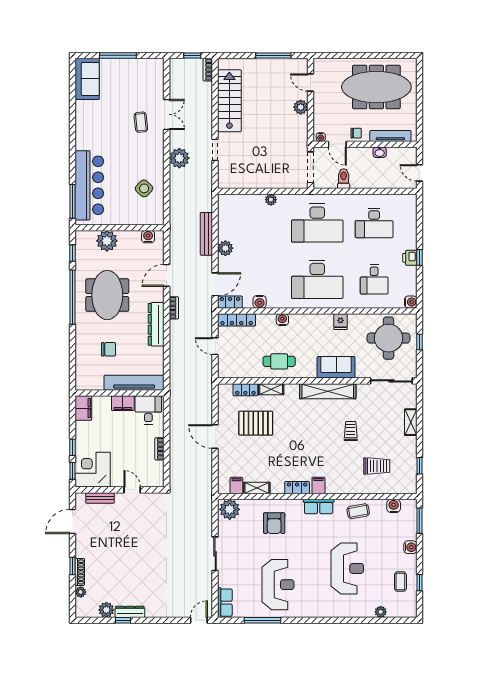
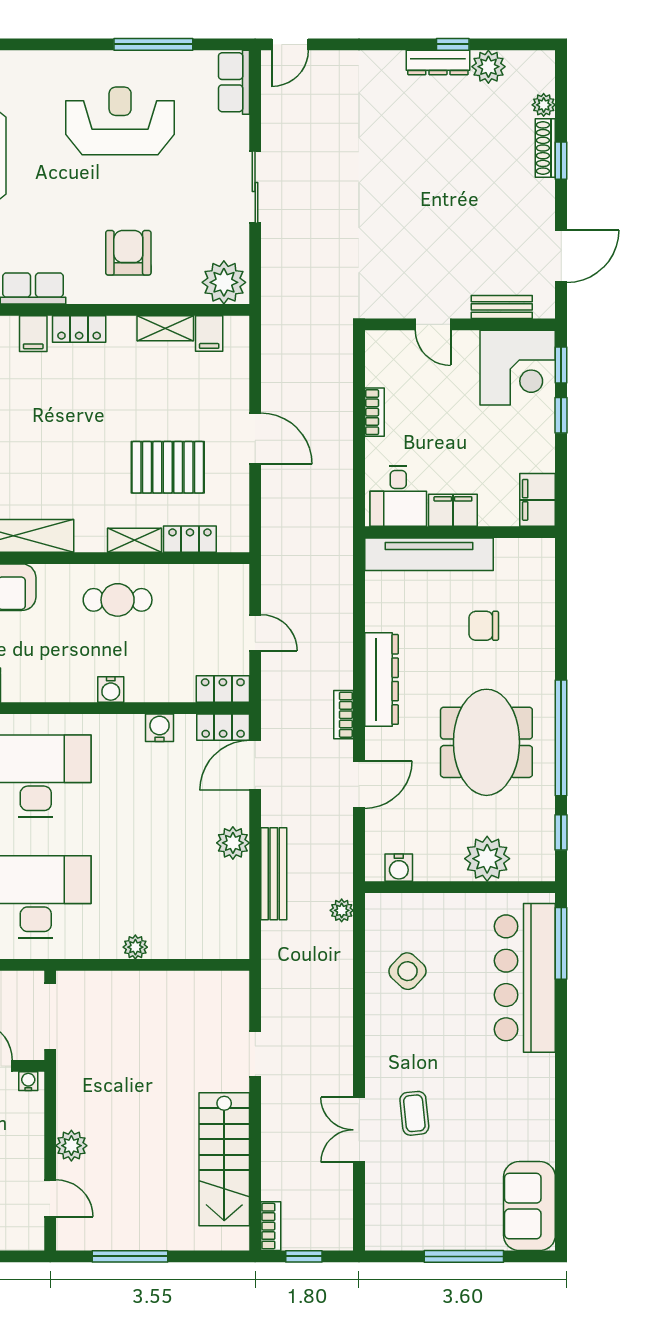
plant: (179, 158) -> (342, 910), moved, width x0.53, depth x0.53
locker: (237, 320) -> (223, 689), width x0.66
reception desk: (278, 585) -> (120, 121), turned 90

